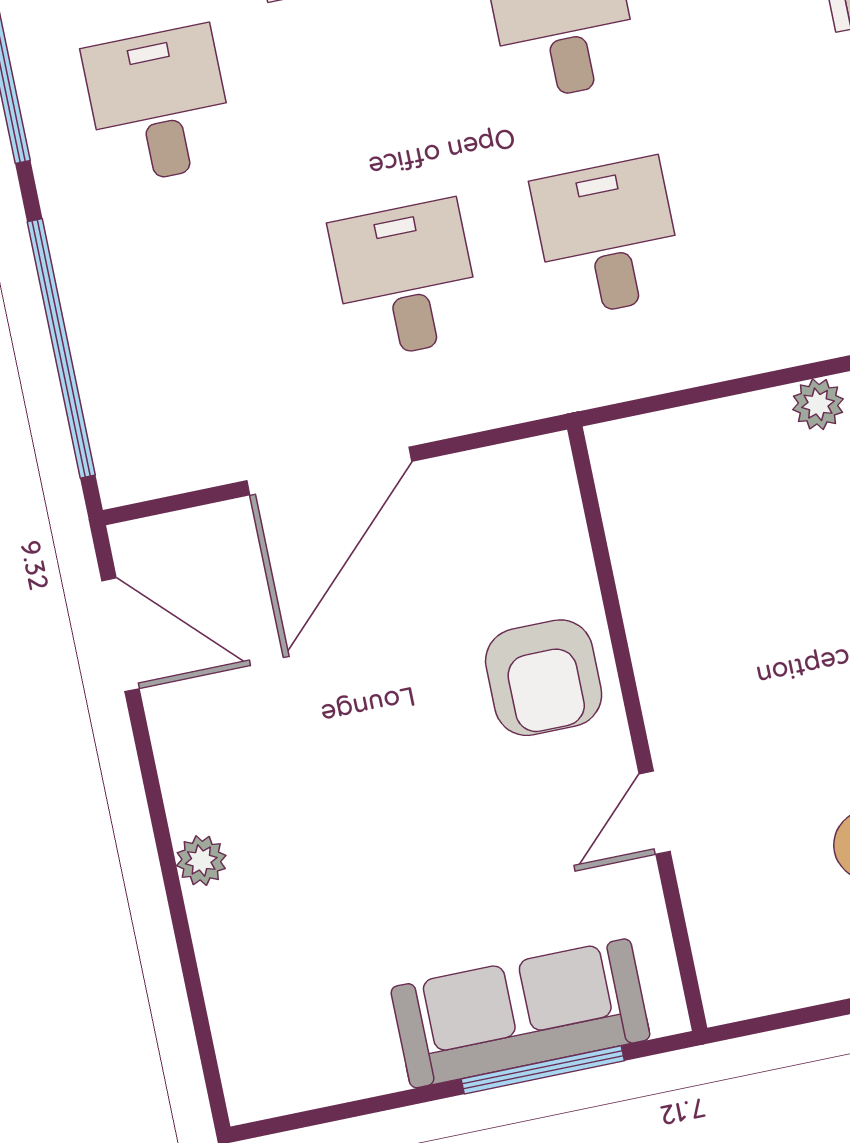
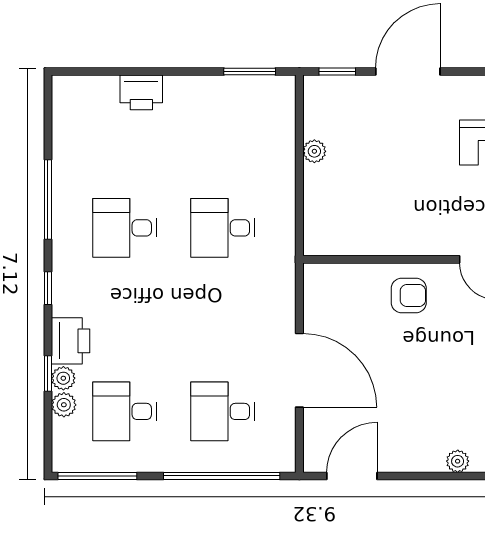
desk: (406, 279) -> (223, 411), moved
armchair: (544, 678) -> (409, 296), width x0.72, depth x0.72

